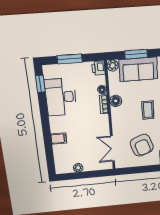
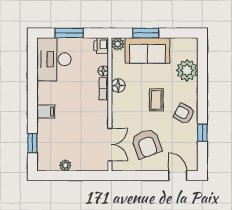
window: (40, 84) -> (32, 143), moved
desk: (61, 97) -> (54, 59), moved
filing cabinet: (59, 139) -> (46, 112), moved
double door: (112, 149) -> (110, 145), swing flipped

